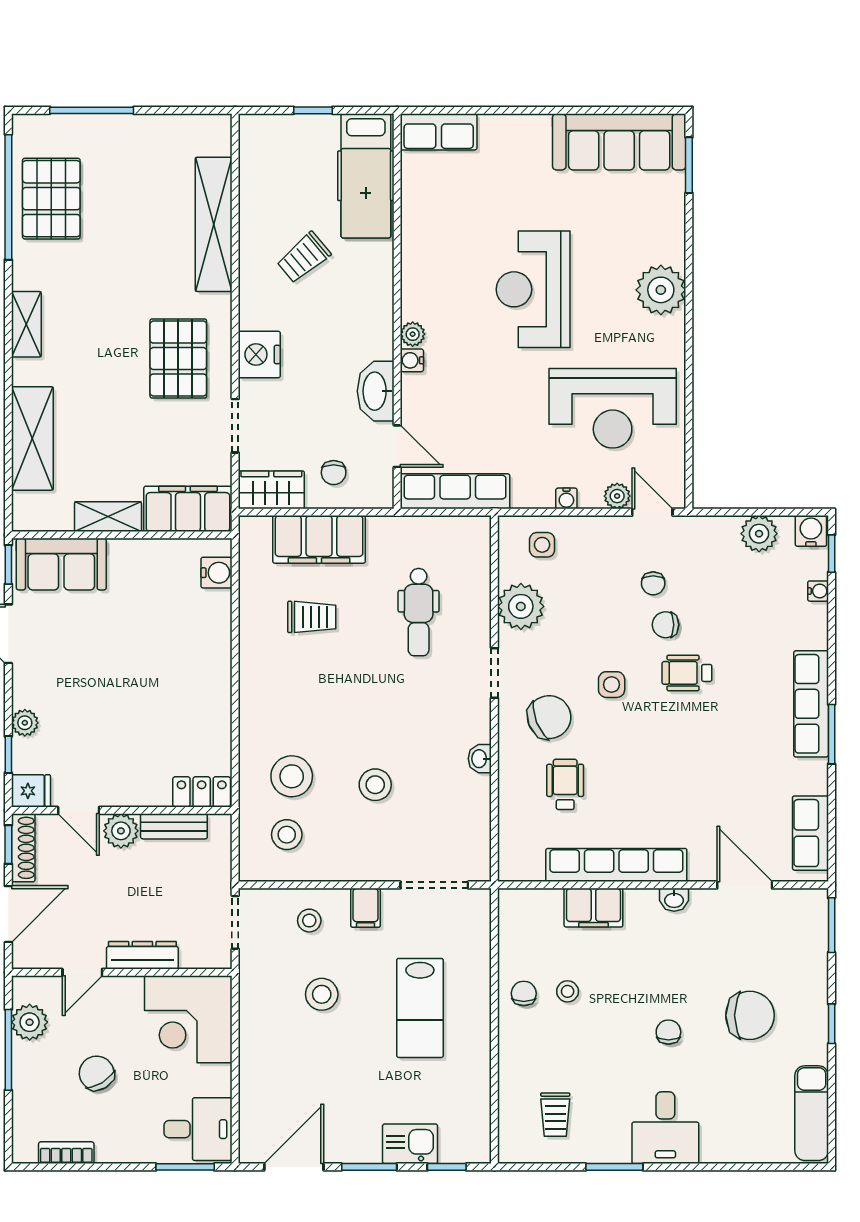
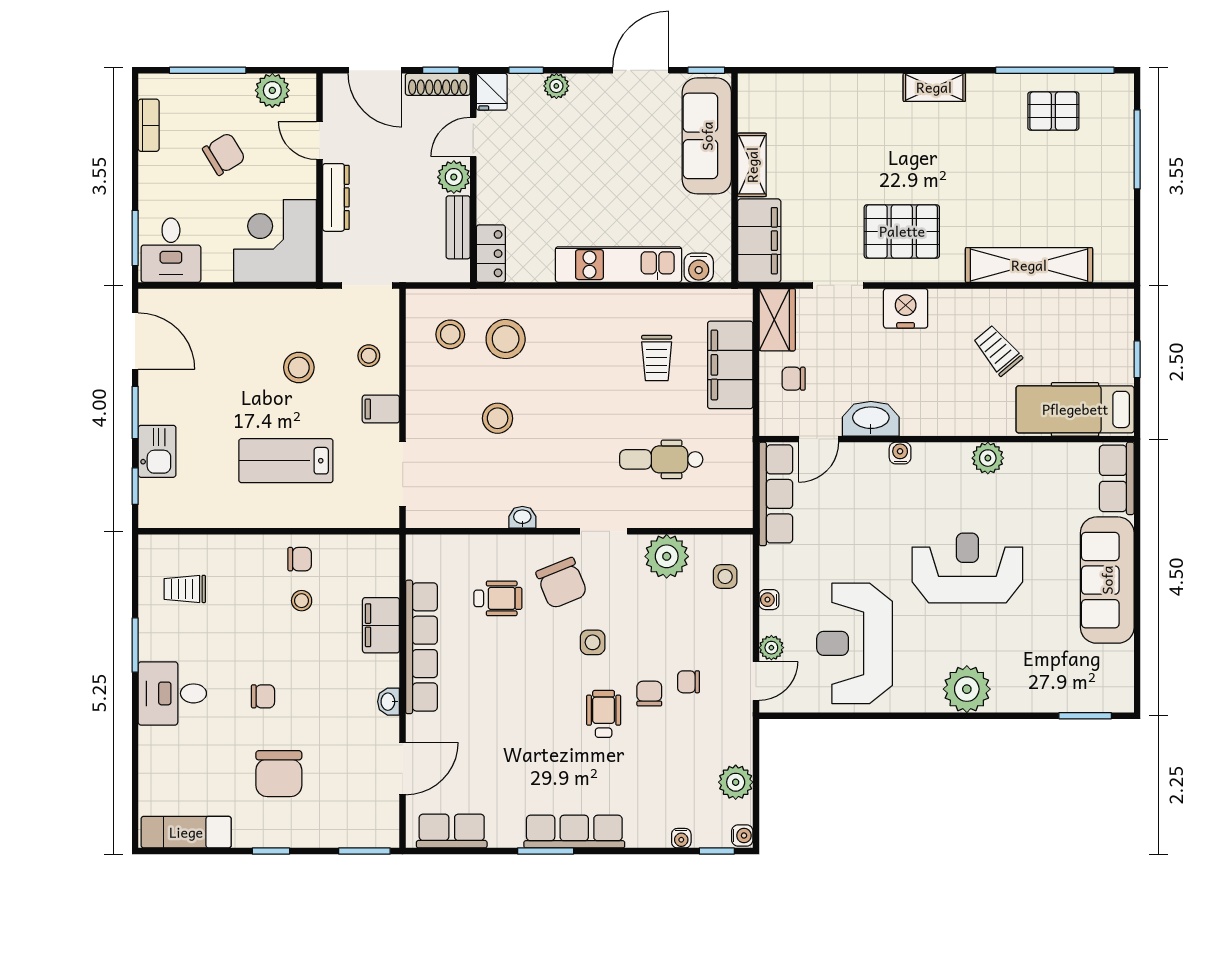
sofa: (619, 142) -> (1107, 580), moved
pallet: (51, 199) -> (1053, 111), width x0.67, depth x0.71
plant: (413, 334) -> (988, 458), moved, width x1.38, depth x1.38
shelving: (32, 438) -> (826, 93), removed
water cooler: (811, 531) -> (742, 836), width x0.72, depth x0.72
sofa: (61, 564) -> (707, 136), width x1.36
kitchen unit: (213, 657) -> (618, 265), added
window: (8, 1050) -> (208, 70), moved

